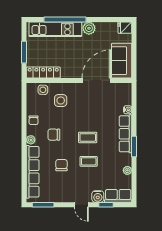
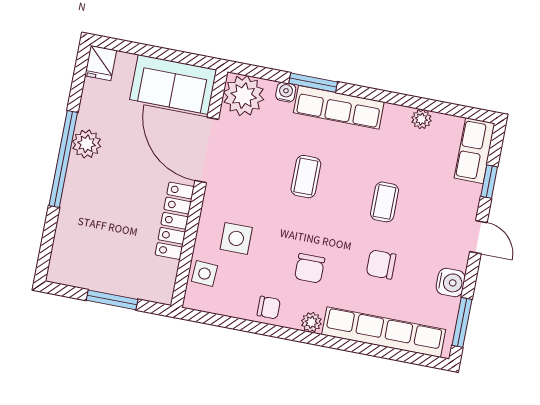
window: (65, 20) -> (63, 159), moved
kitchen unit: (55, 29) -> (74, 220), removed
locker: (43, 73) -> (175, 221), moved
plant: (123, 92) -> (244, 96), added
coffee table: (88, 137) -> (306, 177), moved
window: (134, 146) -> (313, 83), moved
water cooler: (98, 196) -> (451, 283), moved
door: (81, 205) -> (478, 237), hinge flipped

